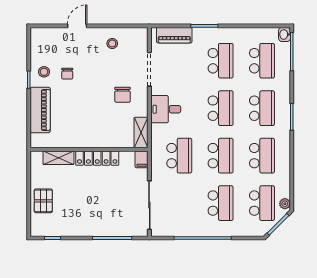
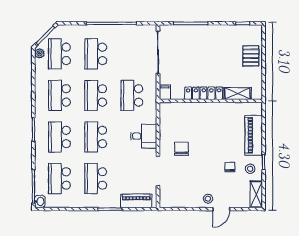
stool: (112, 43) -> (208, 199), moved
shelving: (141, 132) -> (256, 194), moved

